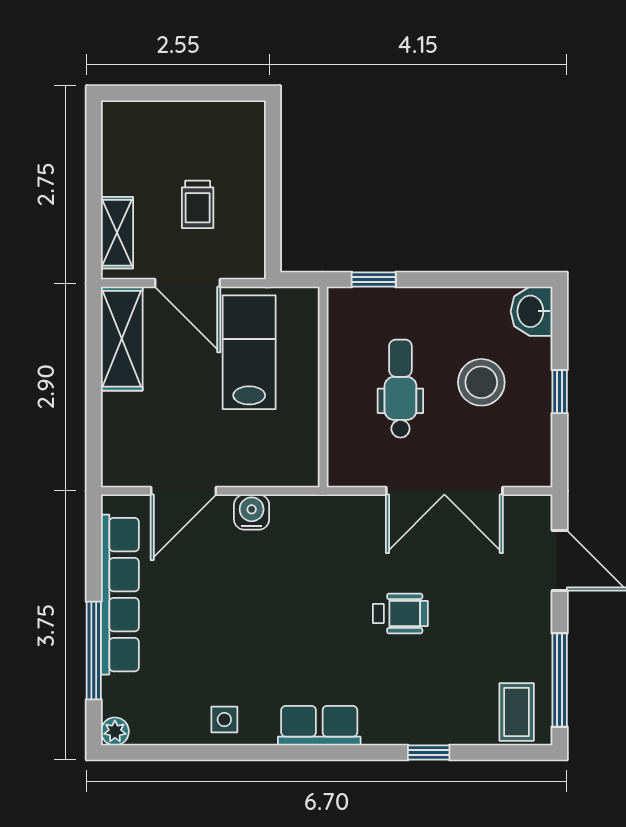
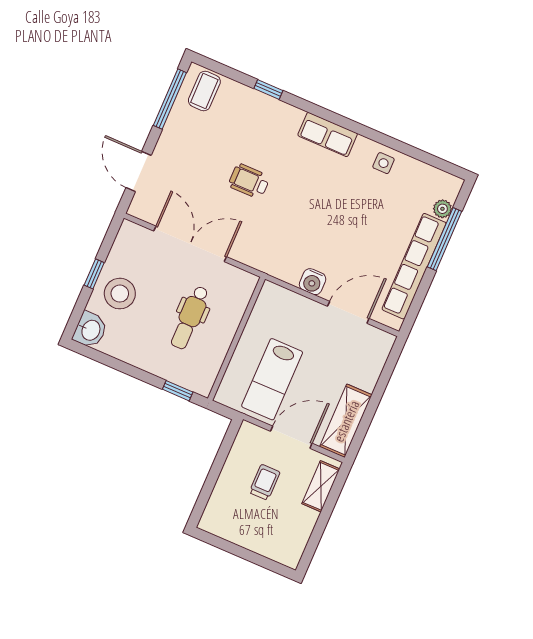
door: (188, 283) -> (291, 437), hinge flipped
stool: (481, 382) -> (120, 294), moved
plant: (115, 731) -> (442, 209), moved

